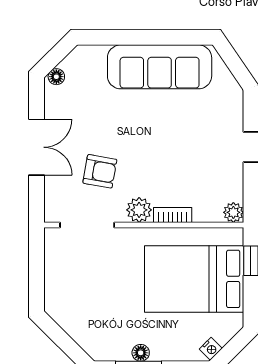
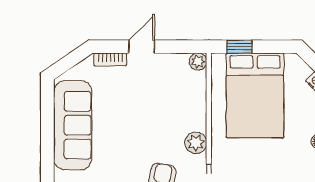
bookcase: (173, 215) -> (110, 59), moved, turned -90

